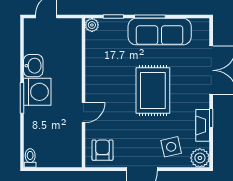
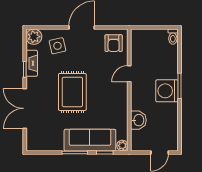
sofa: (160, 32) -> (90, 140), moved
washbasin: (33, 66) -> (138, 120), moved, turned 180

